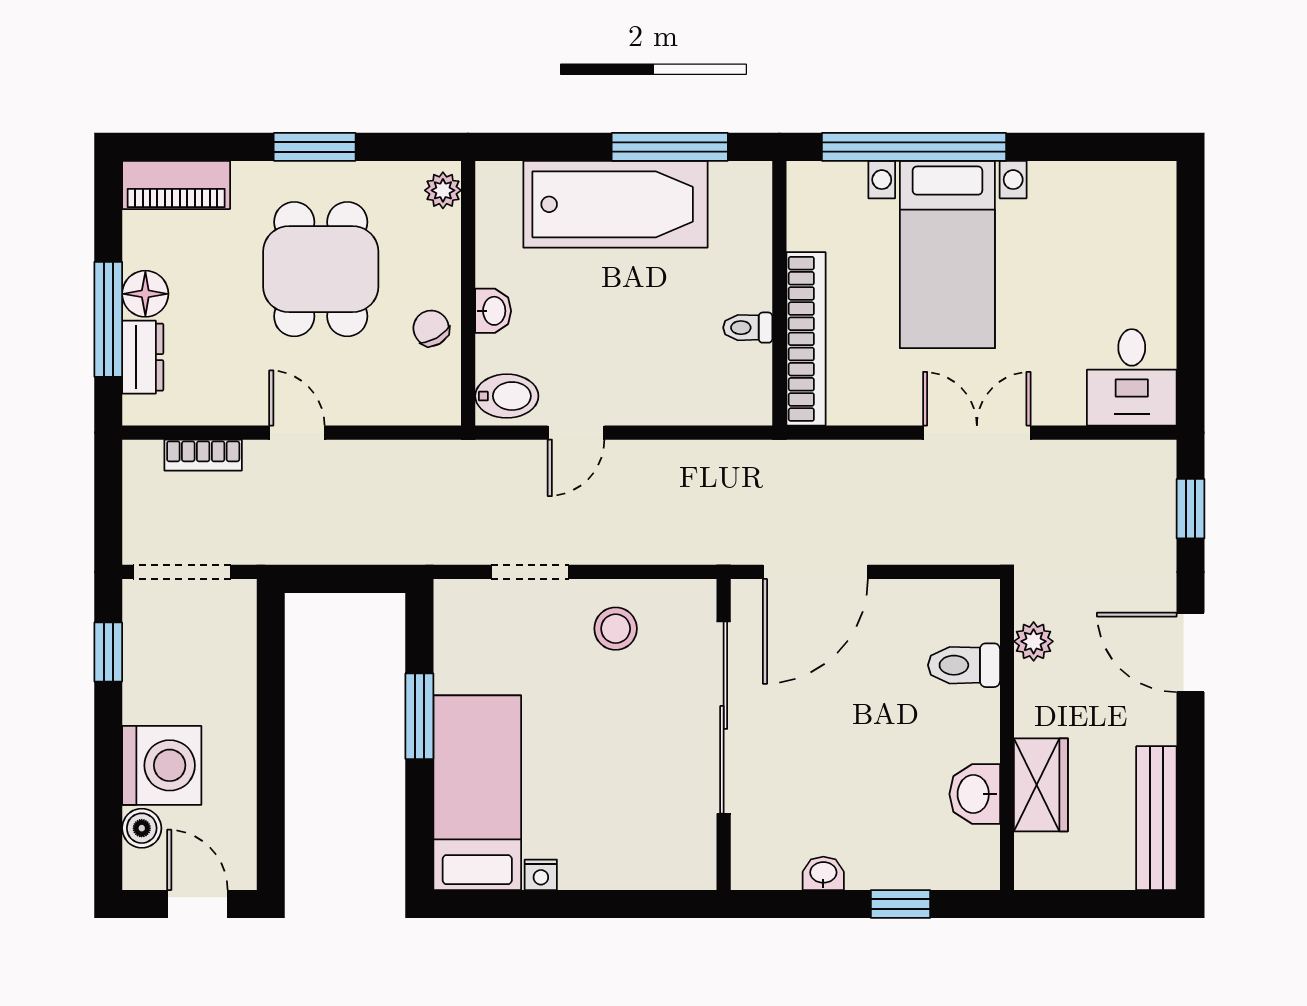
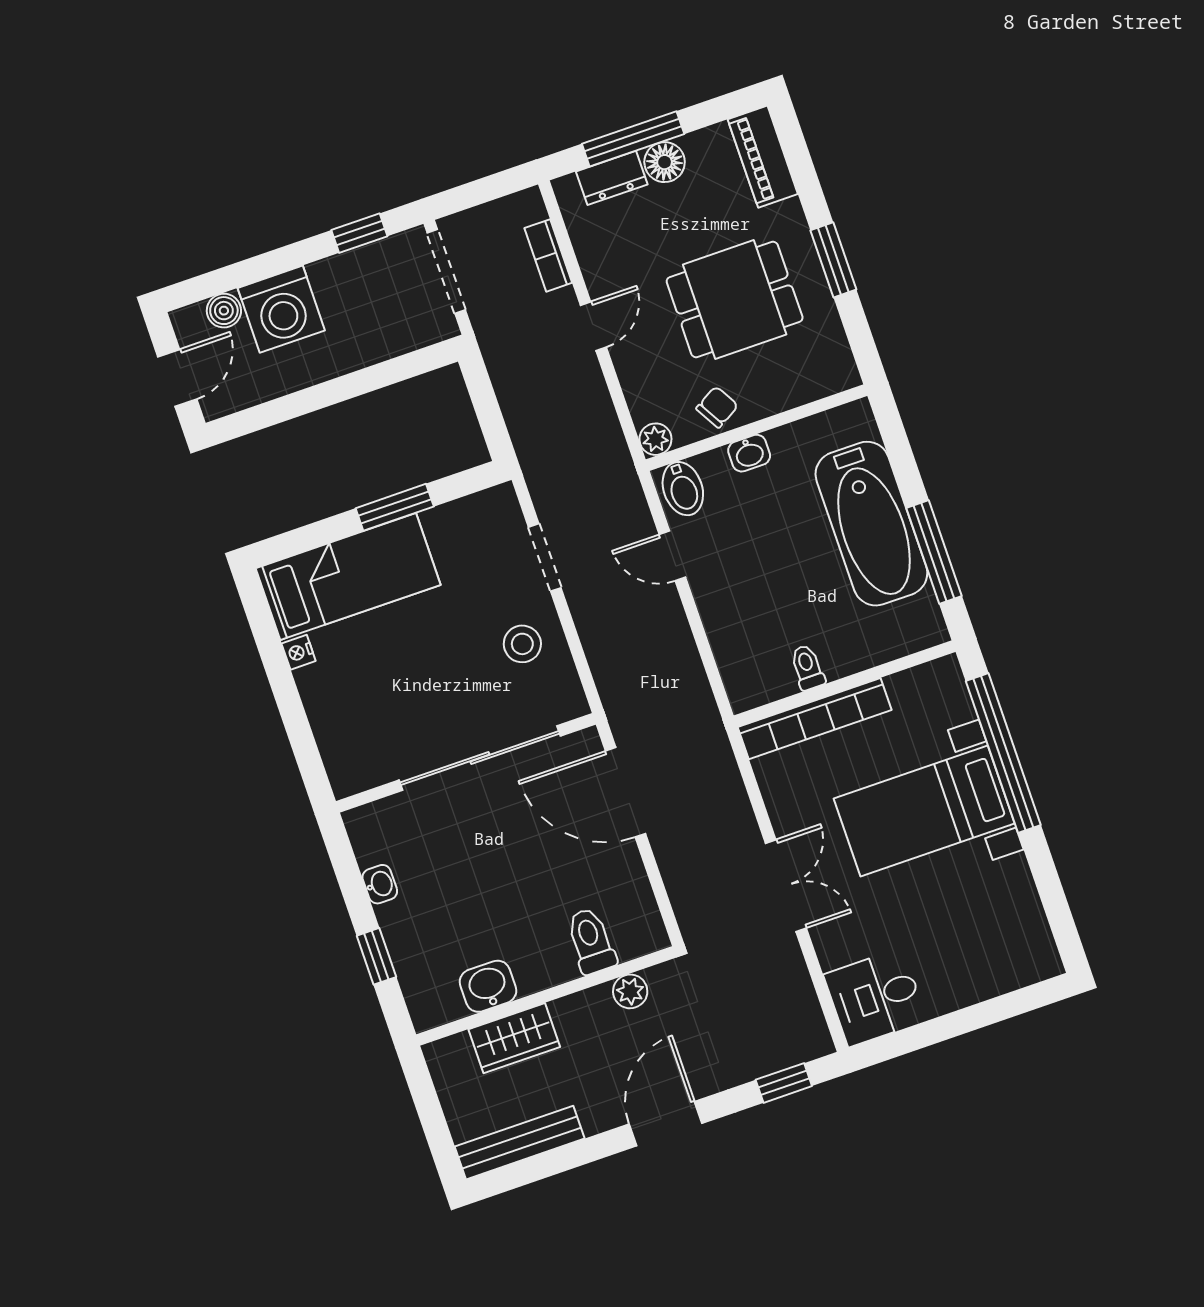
plant: (443, 190) -> (655, 439), moved

